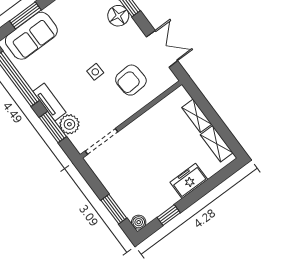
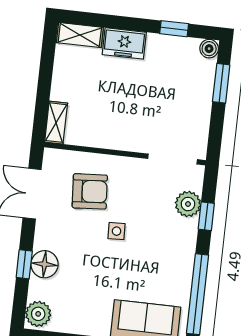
tv unit: (49, 102) -> (187, 243), removed
shelving: (197, 116) -> (56, 123), moved
window: (53, 127) -> (206, 216), width x0.67
shelving: (217, 144) -> (80, 35), moved, turned 90

